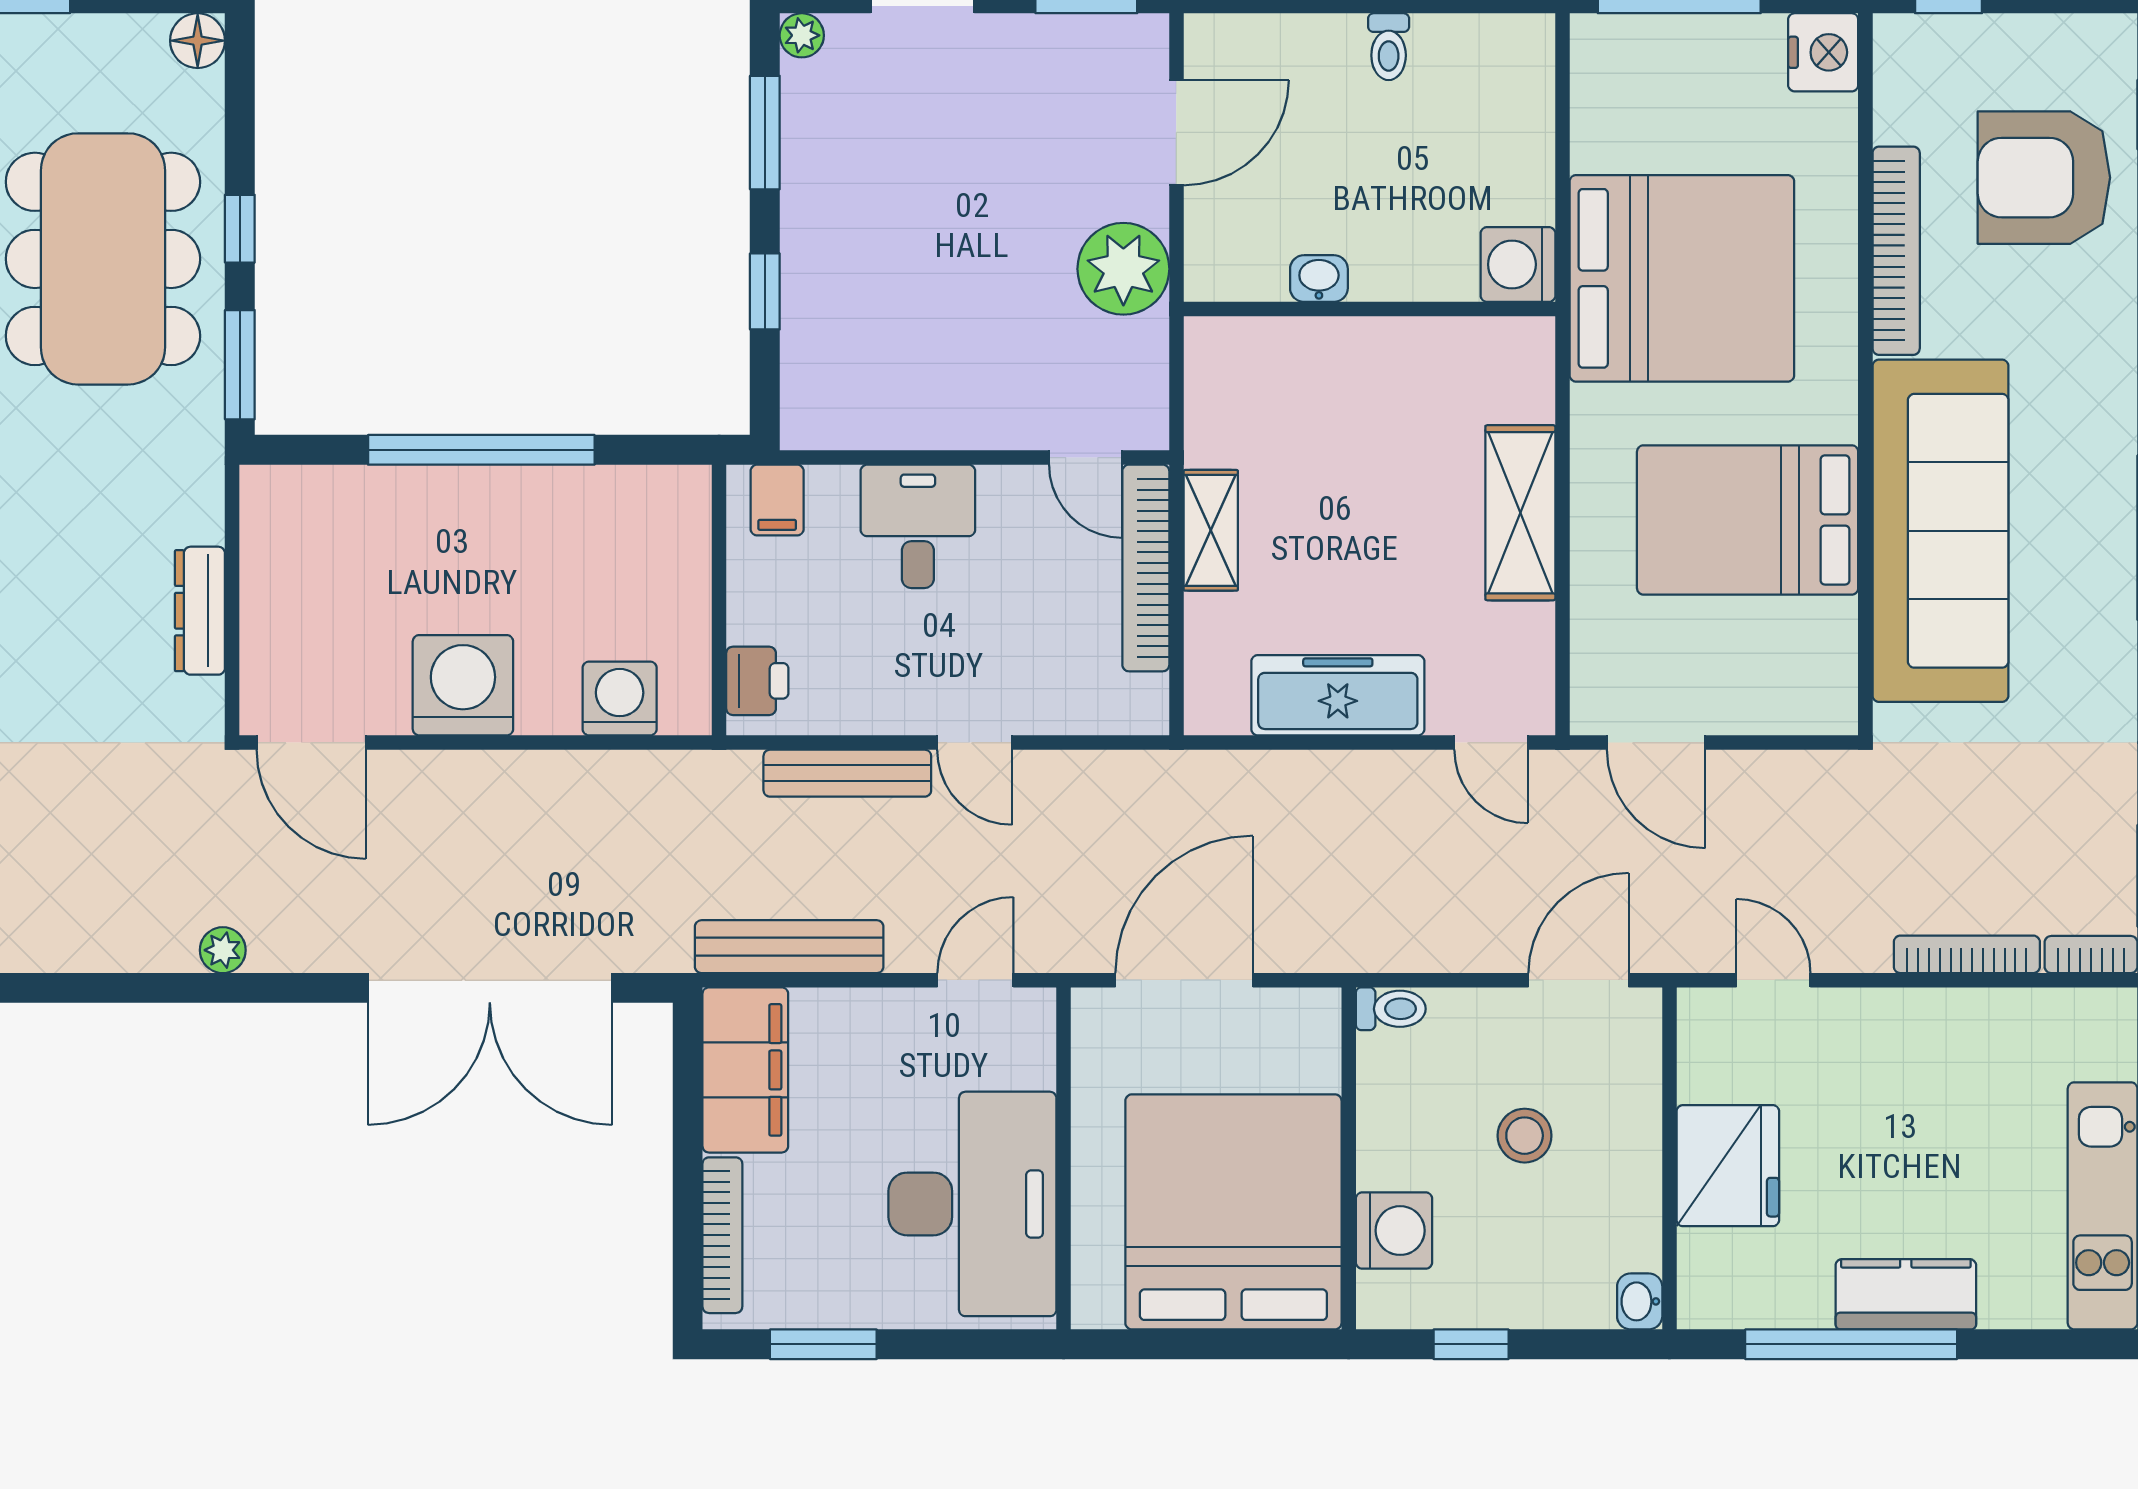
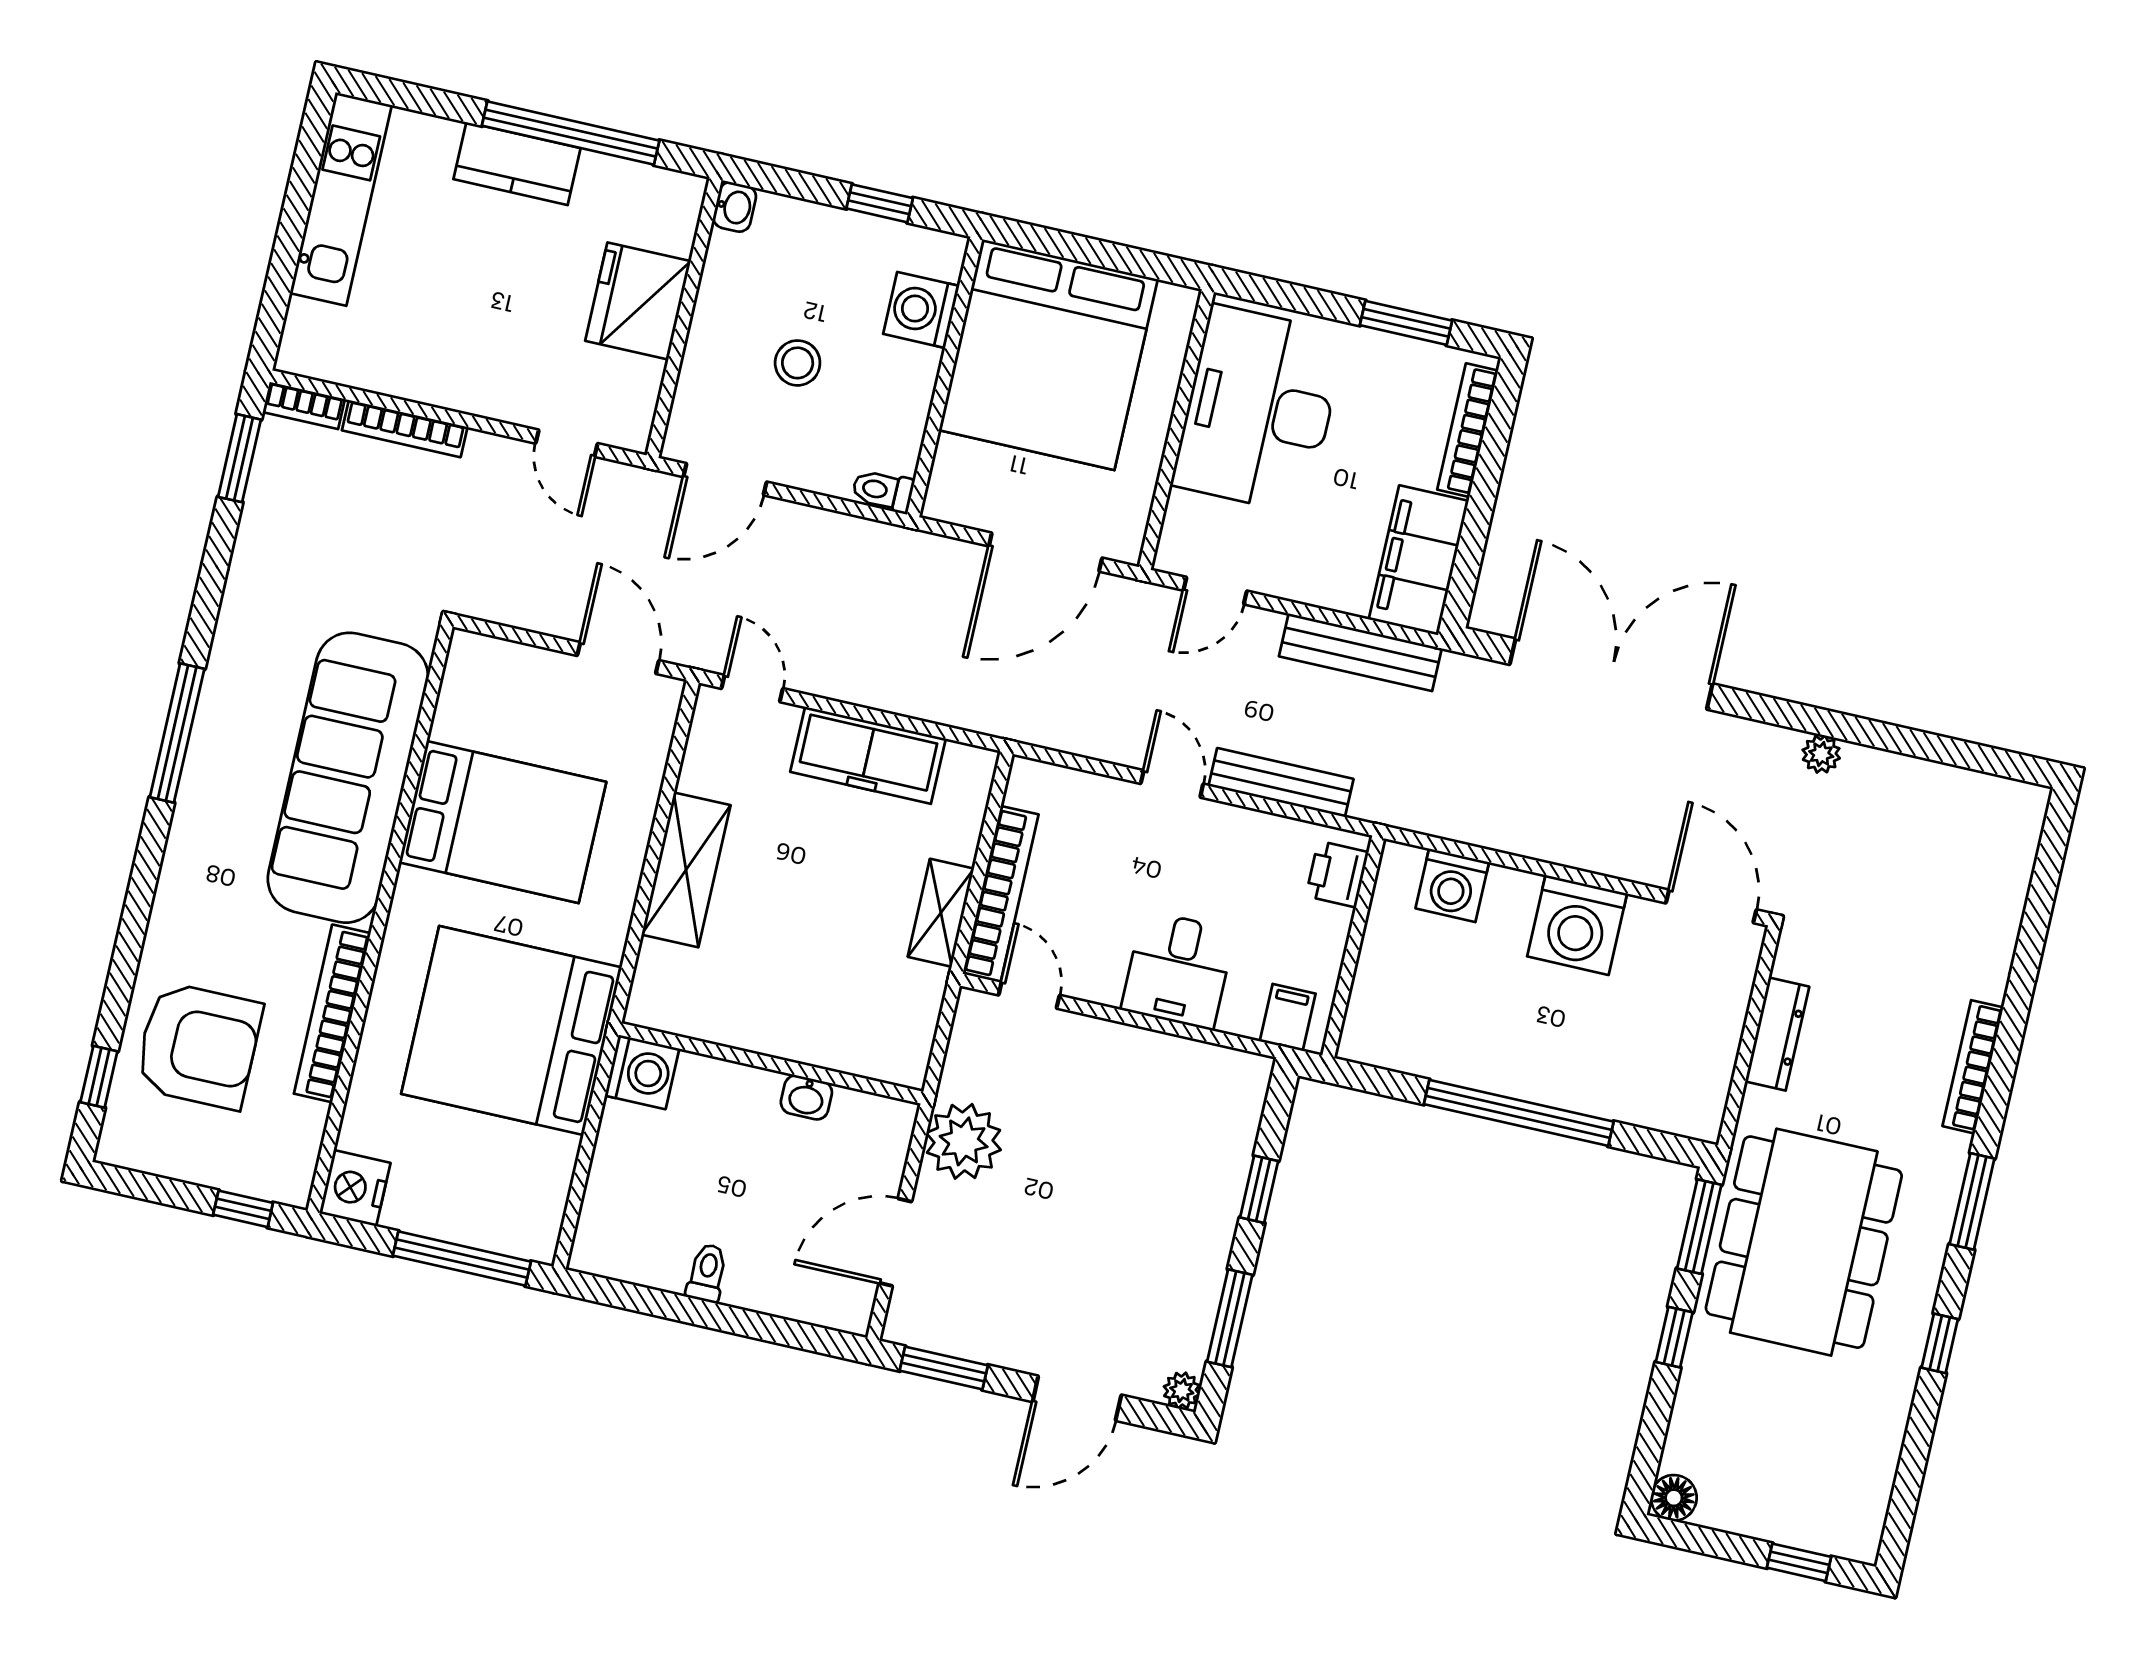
dining table: (103, 259) -> (1804, 1242), moved

